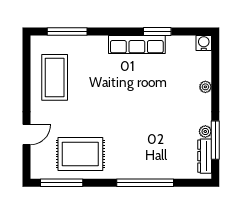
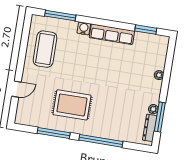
window: (157, 31) -> (146, 30), moved
water cooler: (204, 43) -> (84, 28), moved
rug: (80, 154) -> (72, 105), moved
window: (62, 183) -> (54, 133), moved

